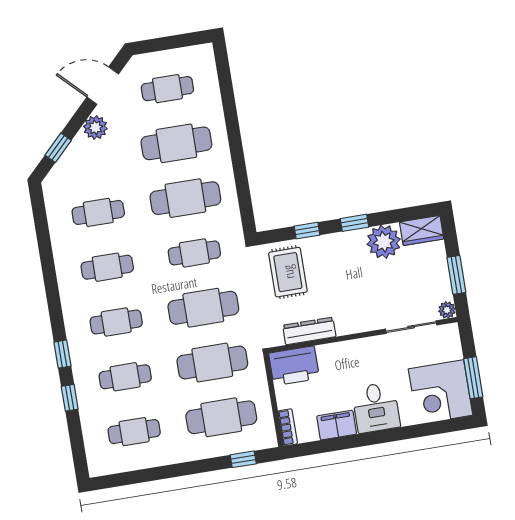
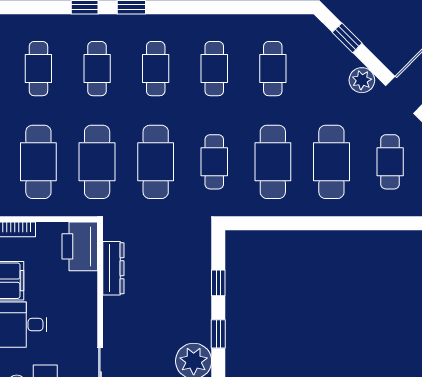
rug: (288, 272) -> (178, 256), removed

